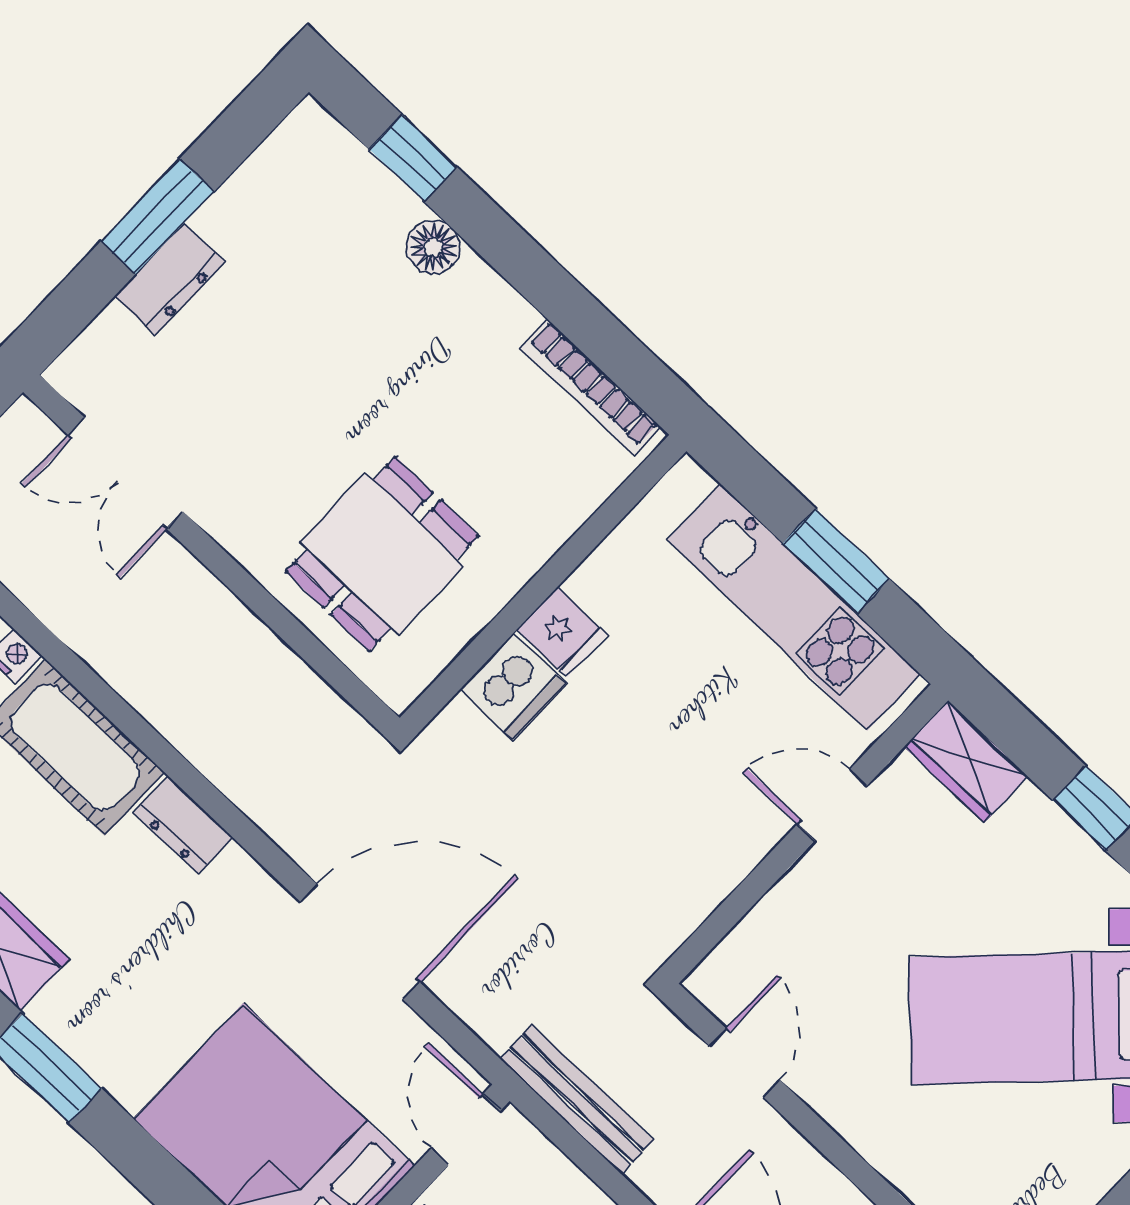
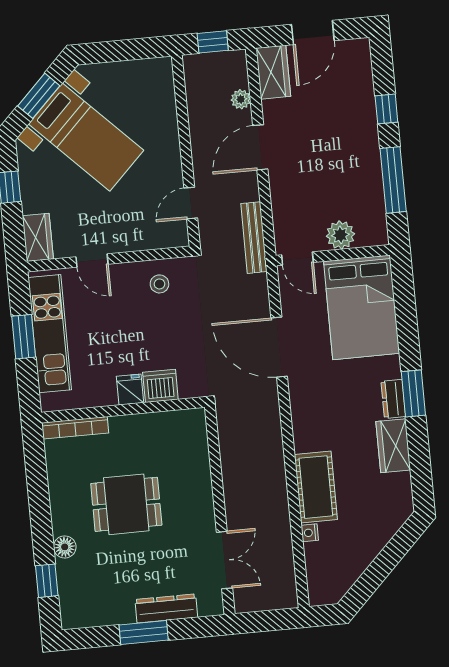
dresser: (170, 279) -> (166, 608), width x1.44
bookcase: (591, 388) -> (75, 428), moved, turned 90
dining table: (382, 554) -> (126, 504), moved
dresser: (183, 825) -> (393, 399), moved, turned 180
stool: (674, 868) -> (159, 284), added
door: (466, 1130) -> (297, 259), hinge flipped

